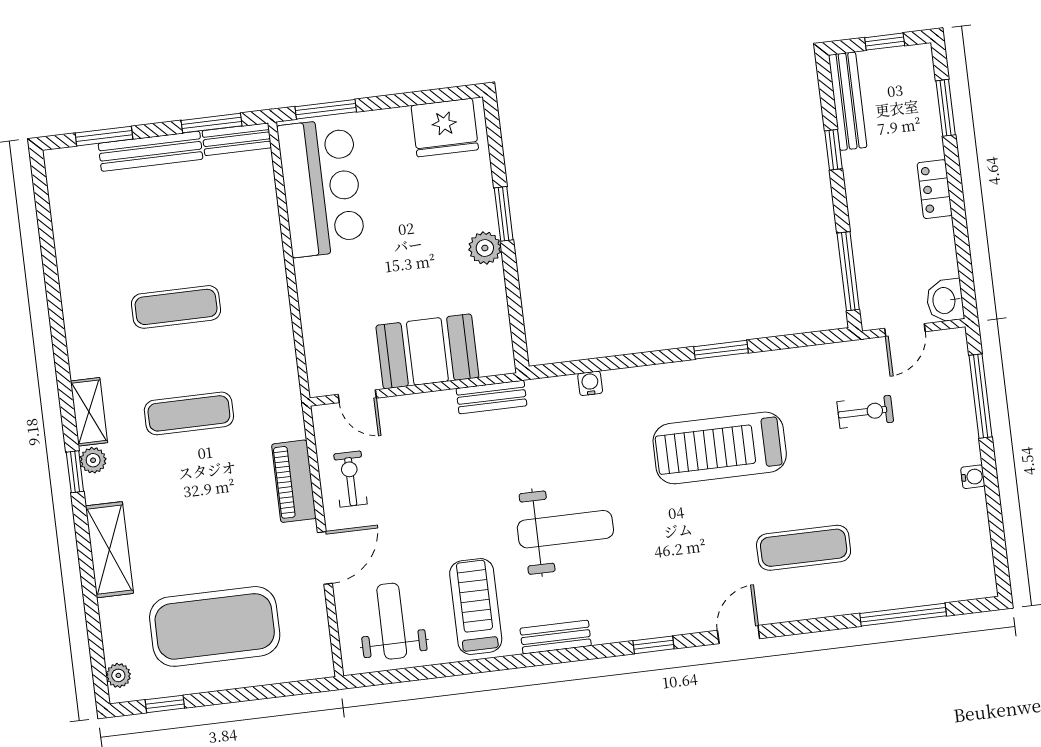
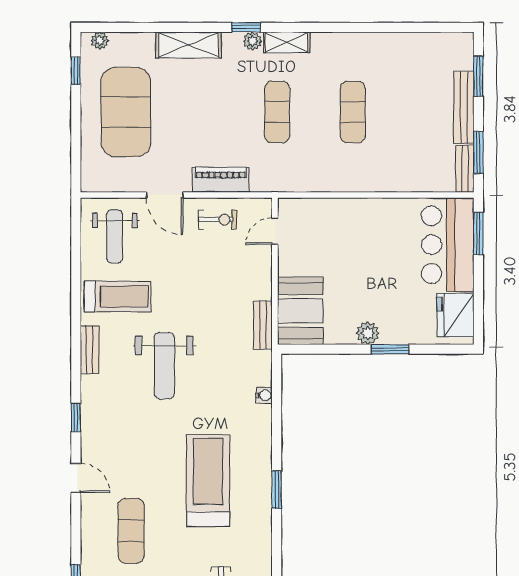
bar counter: (321, 188) -> (448, 245), moved, turned 90
booth: (427, 351) -> (300, 311), moved
weight bench: (392, 621) -> (115, 236), turned 90

